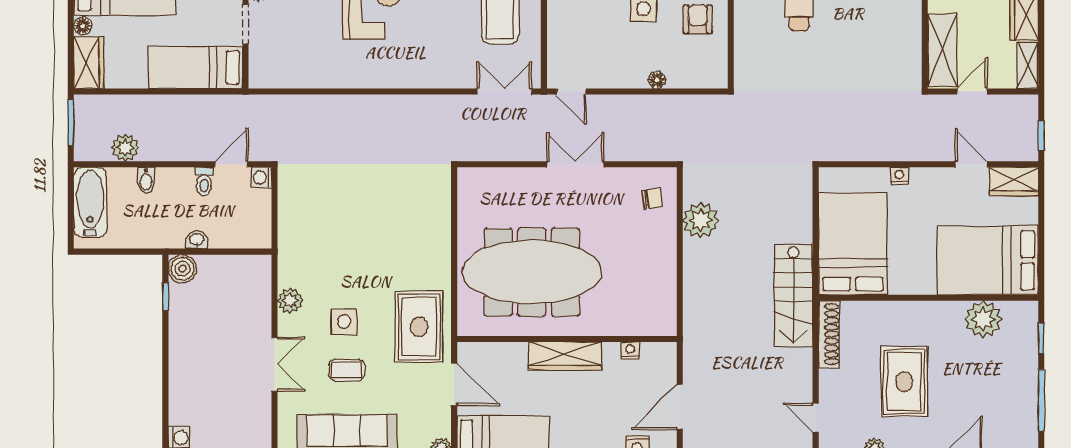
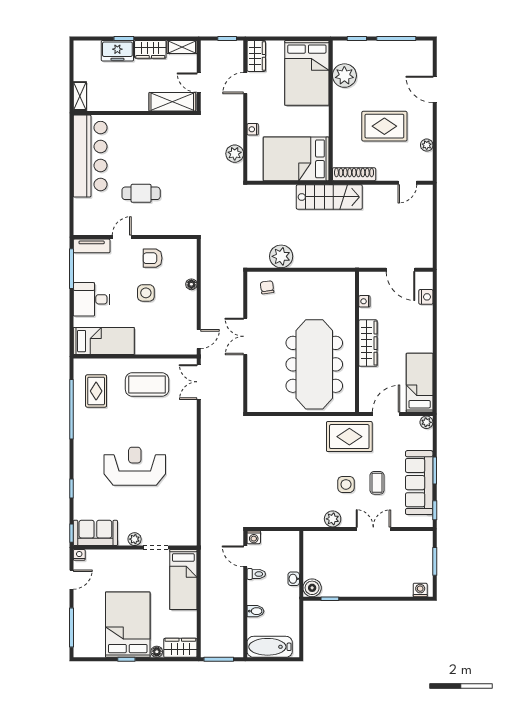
plant: (125, 148) -> (235, 154), moved

